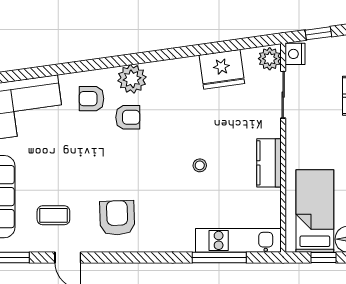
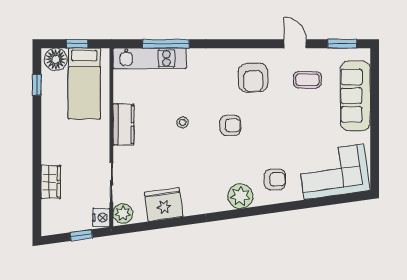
armchair: (128, 117) -> (230, 125), moved, turned 180

